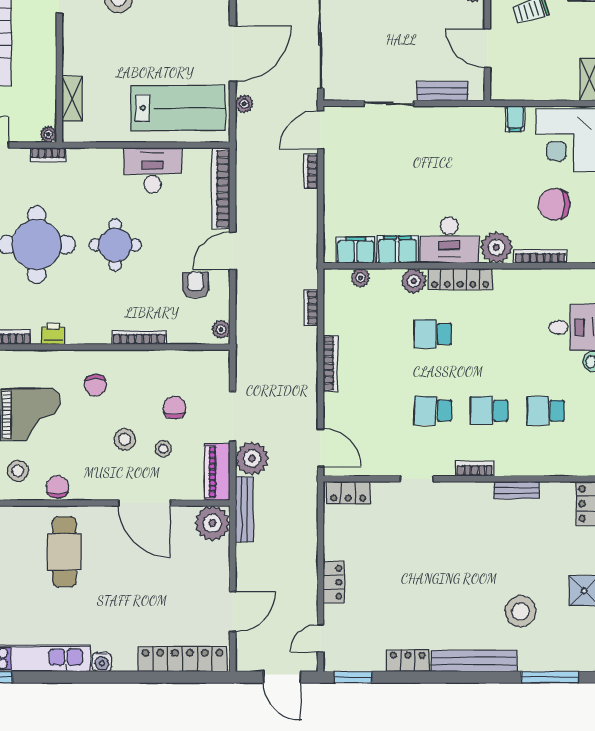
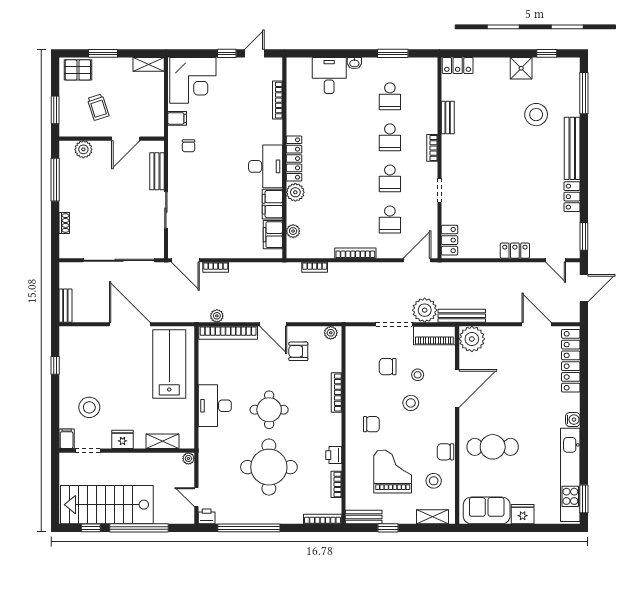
fridge: (74, 44) -> (123, 439), added
plant: (244, 104) -> (217, 316), moved
bookcase: (48, 155) -> (203, 459), removed
desk: (153, 170) -> (215, 406), moved
chair: (554, 204) -> (189, 146), moved, width x0.54, depth x0.54
plant: (496, 247) -> (271, 132), removed
school desk: (433, 334) -> (390, 219), moved

